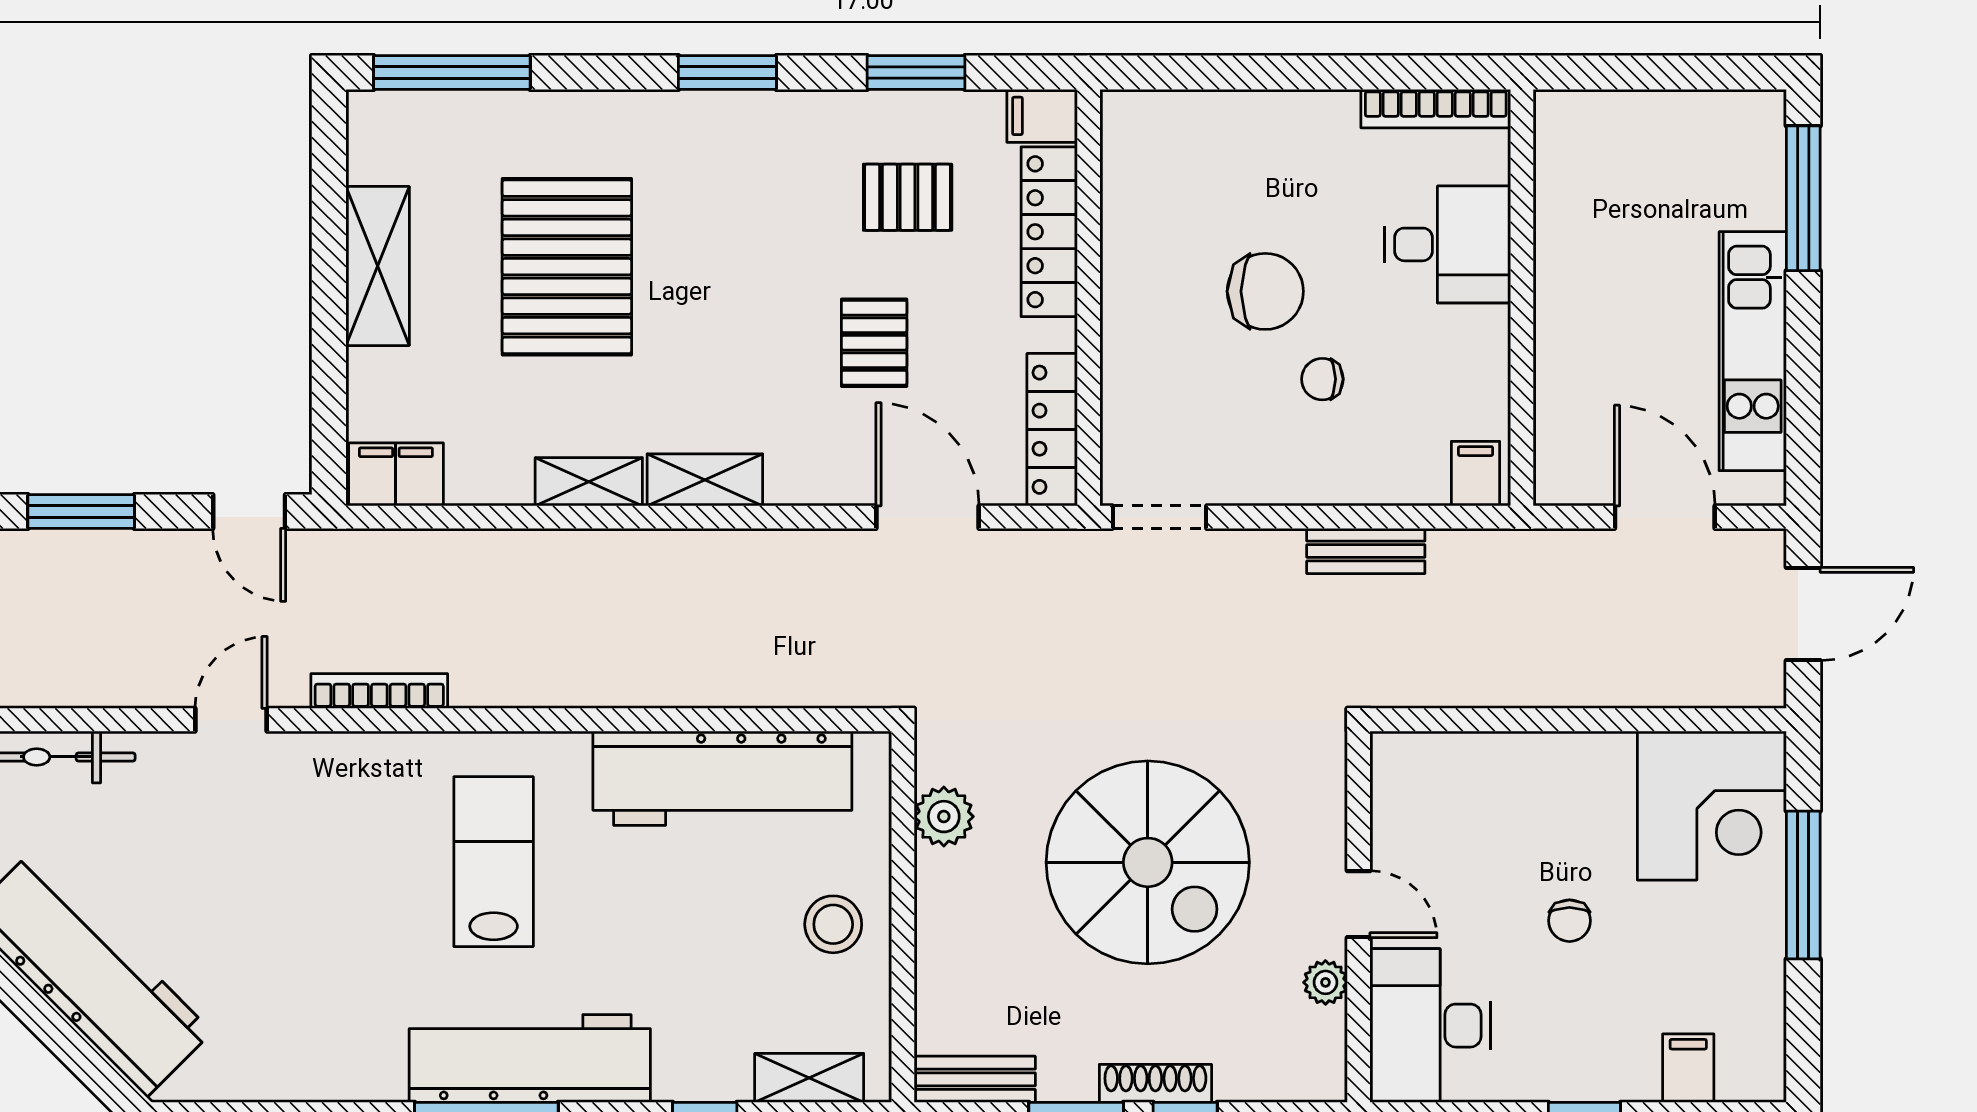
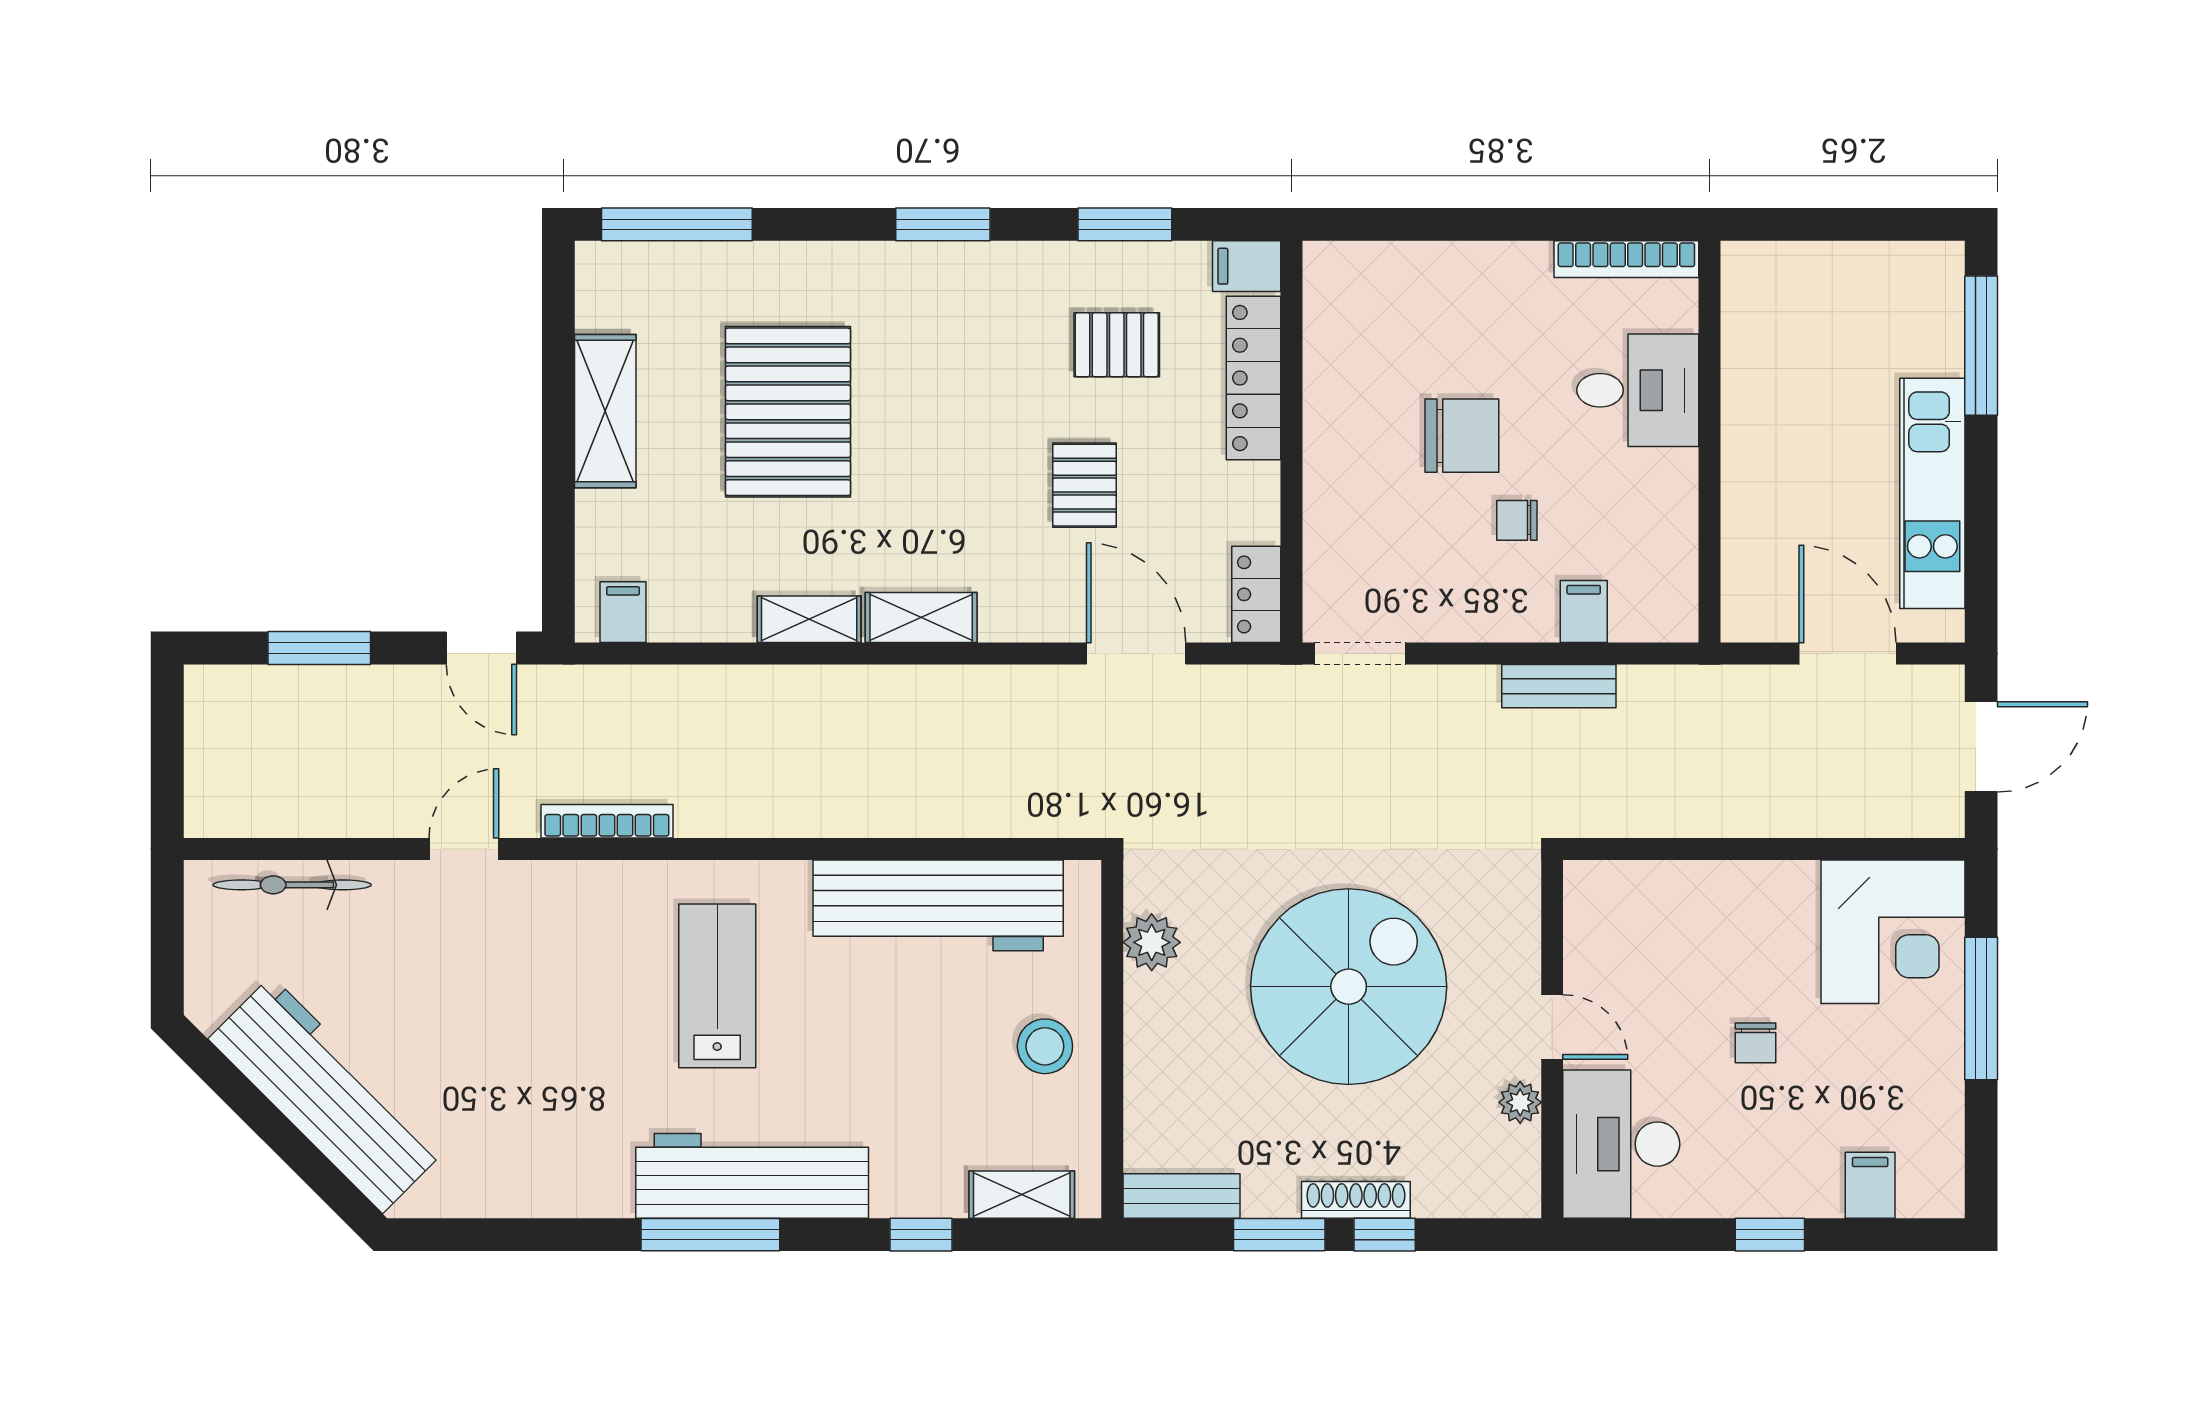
locker: (1052, 430) -> (1256, 594), width x0.66
filing cabinet: (396, 474) -> (623, 612), width x0.50
filing cabinet: (1476, 474) -> (1584, 611), moved
spiral stairs: (1148, 862) -> (1349, 987), turned -90

